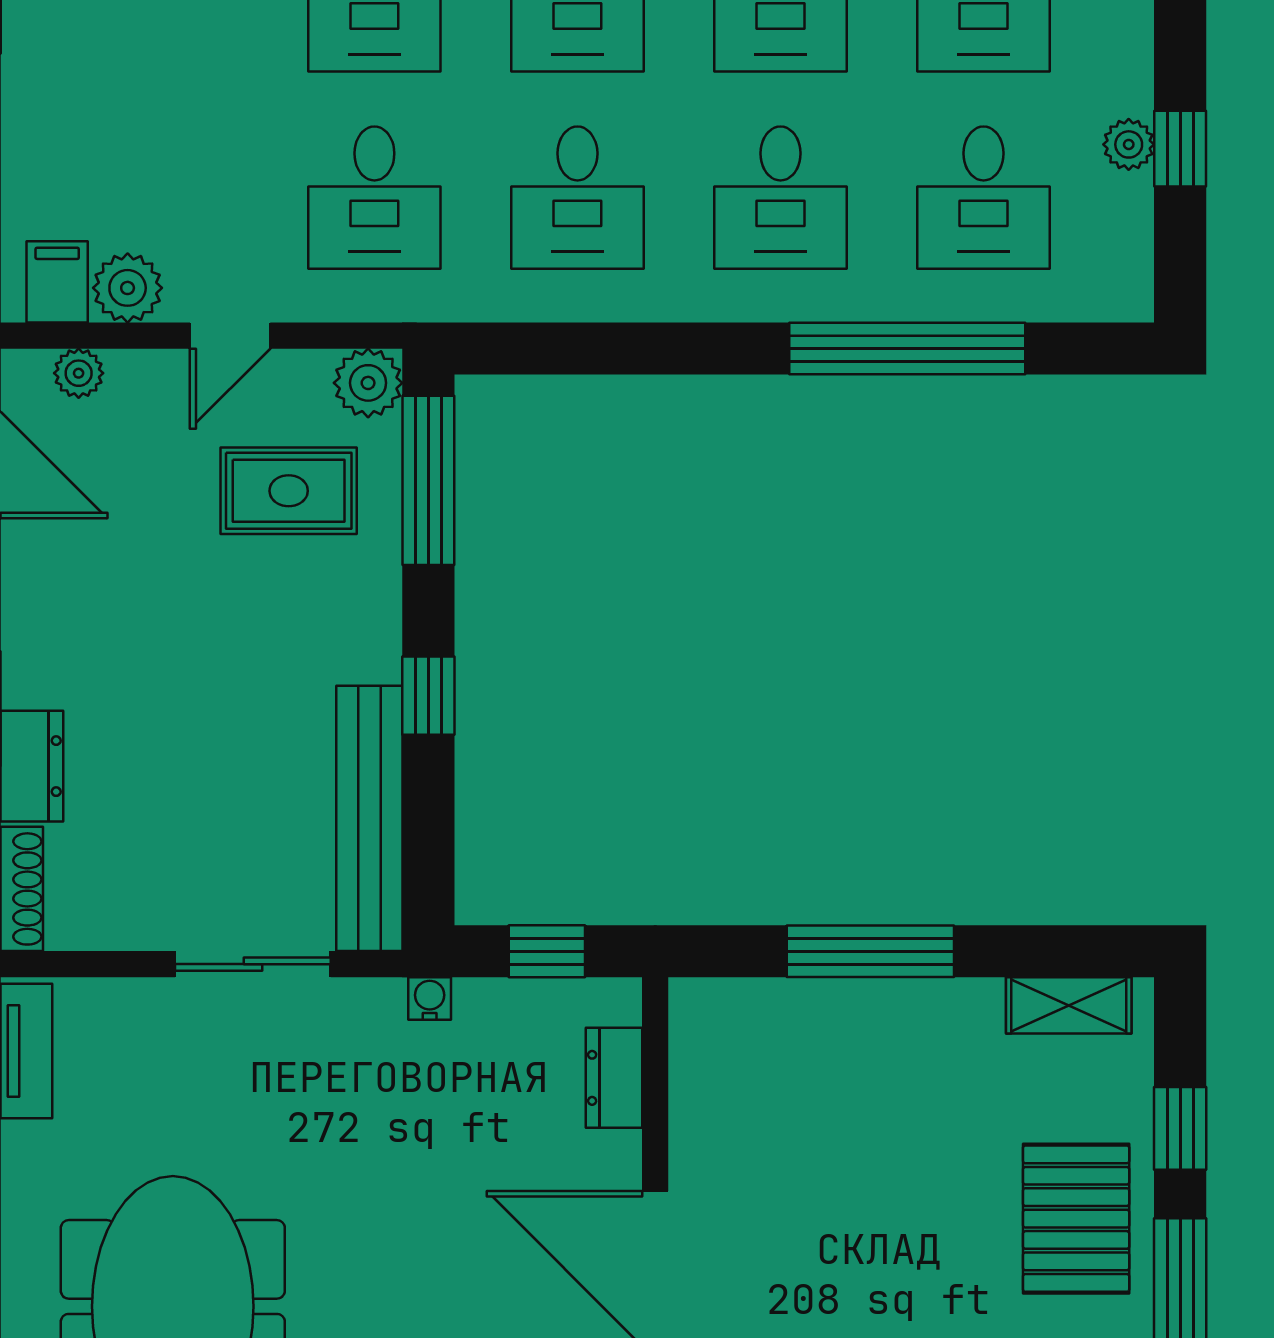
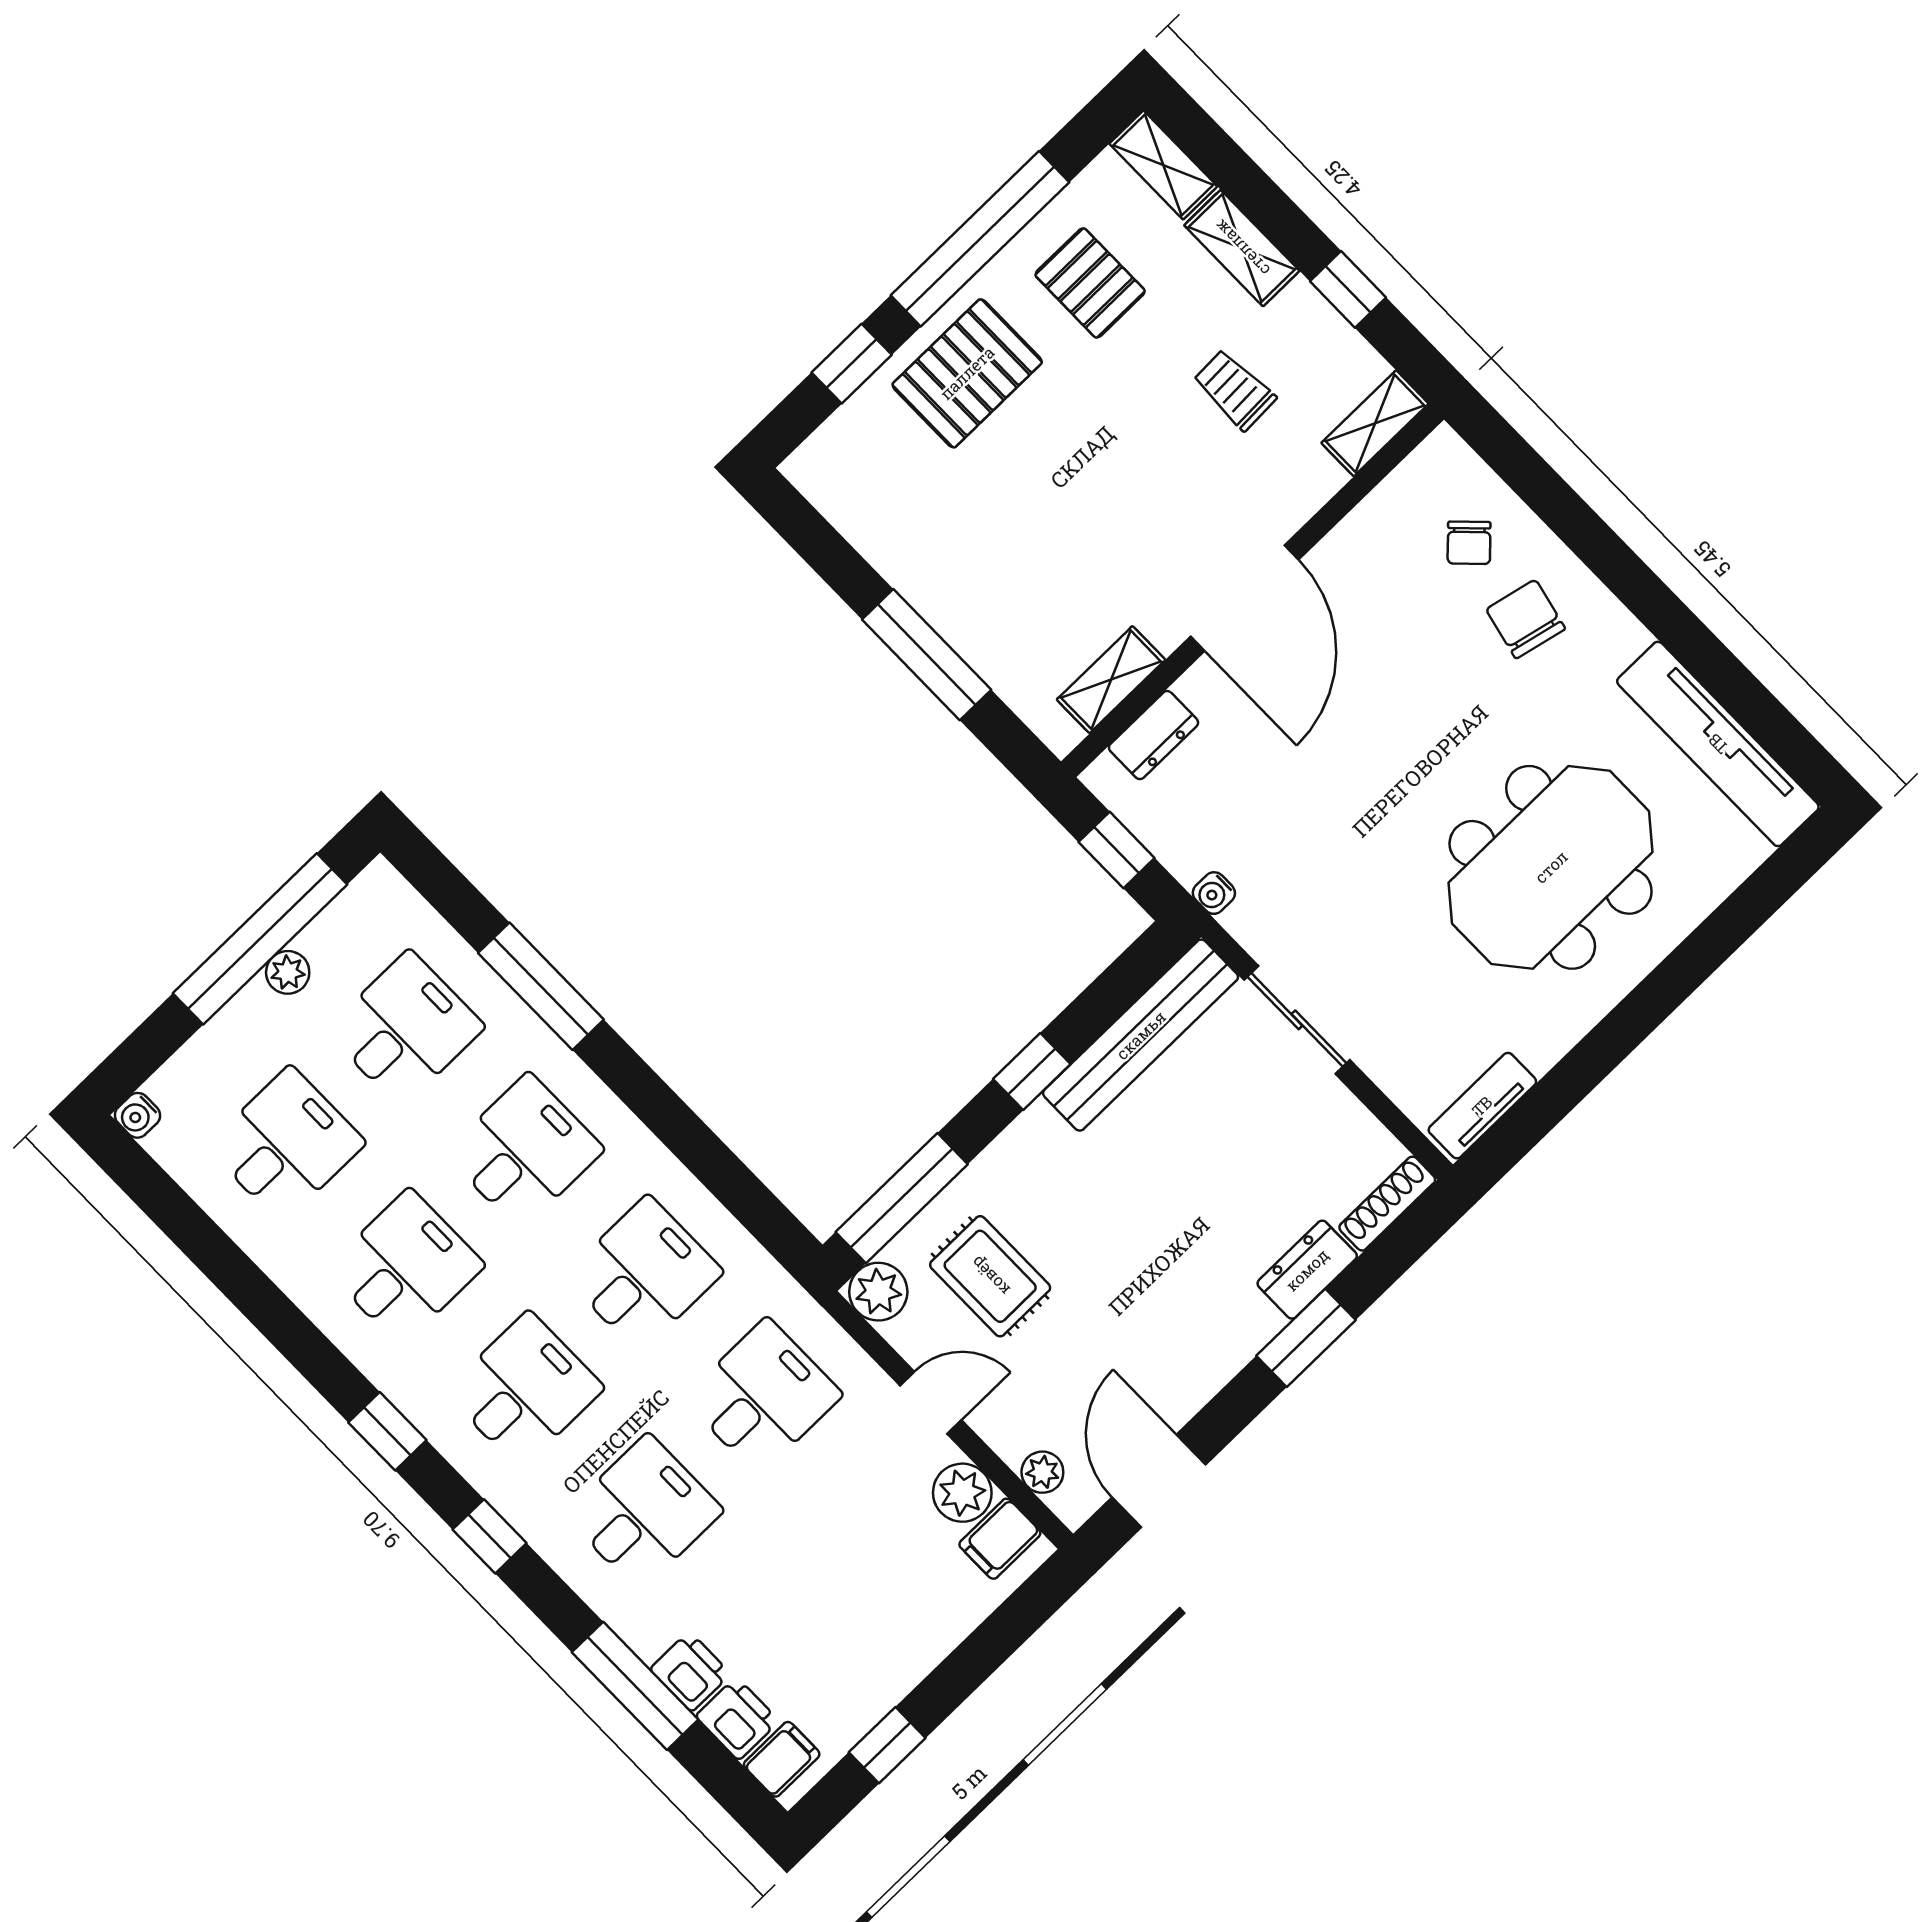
window: (1180, 149) -> (260, 939), width x3.17
window: (907, 349) -> (541, 986), width x0.68
shelving: (1069, 1005) -> (1111, 680), moved, turned 90

